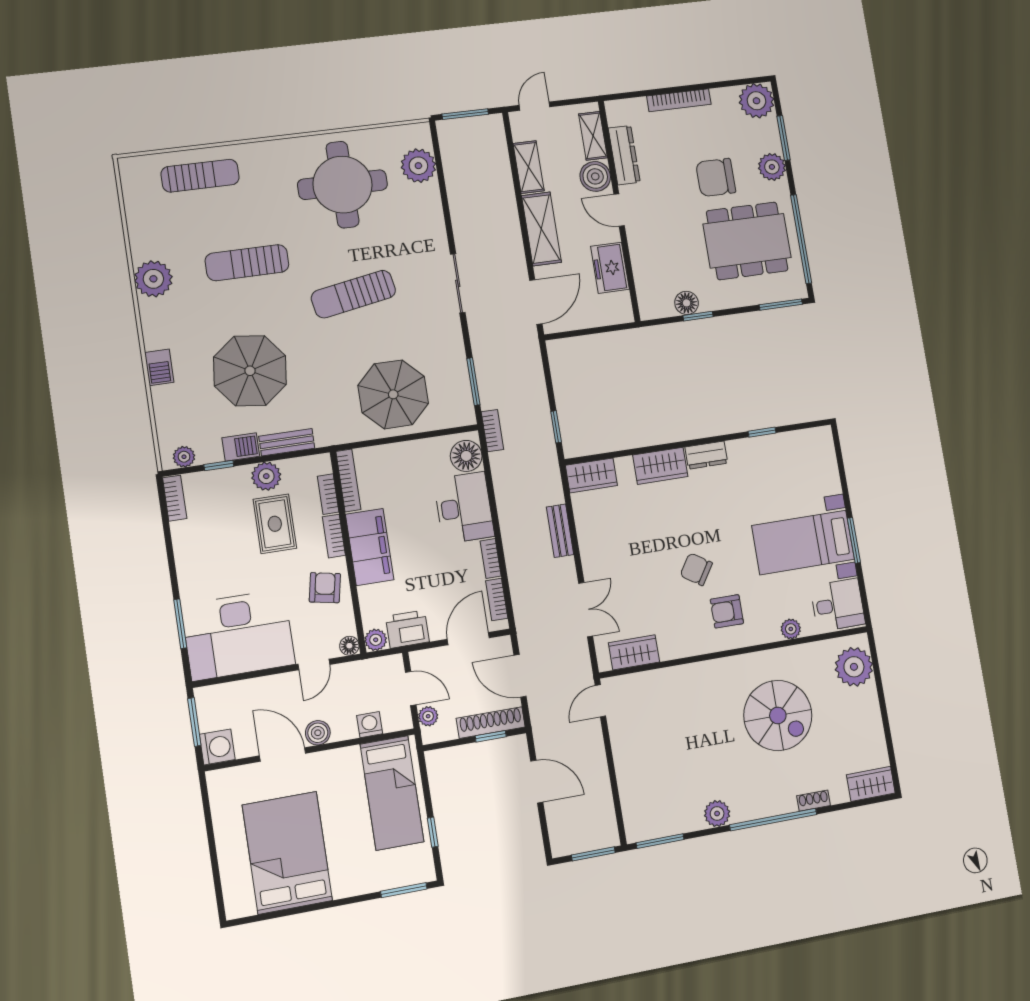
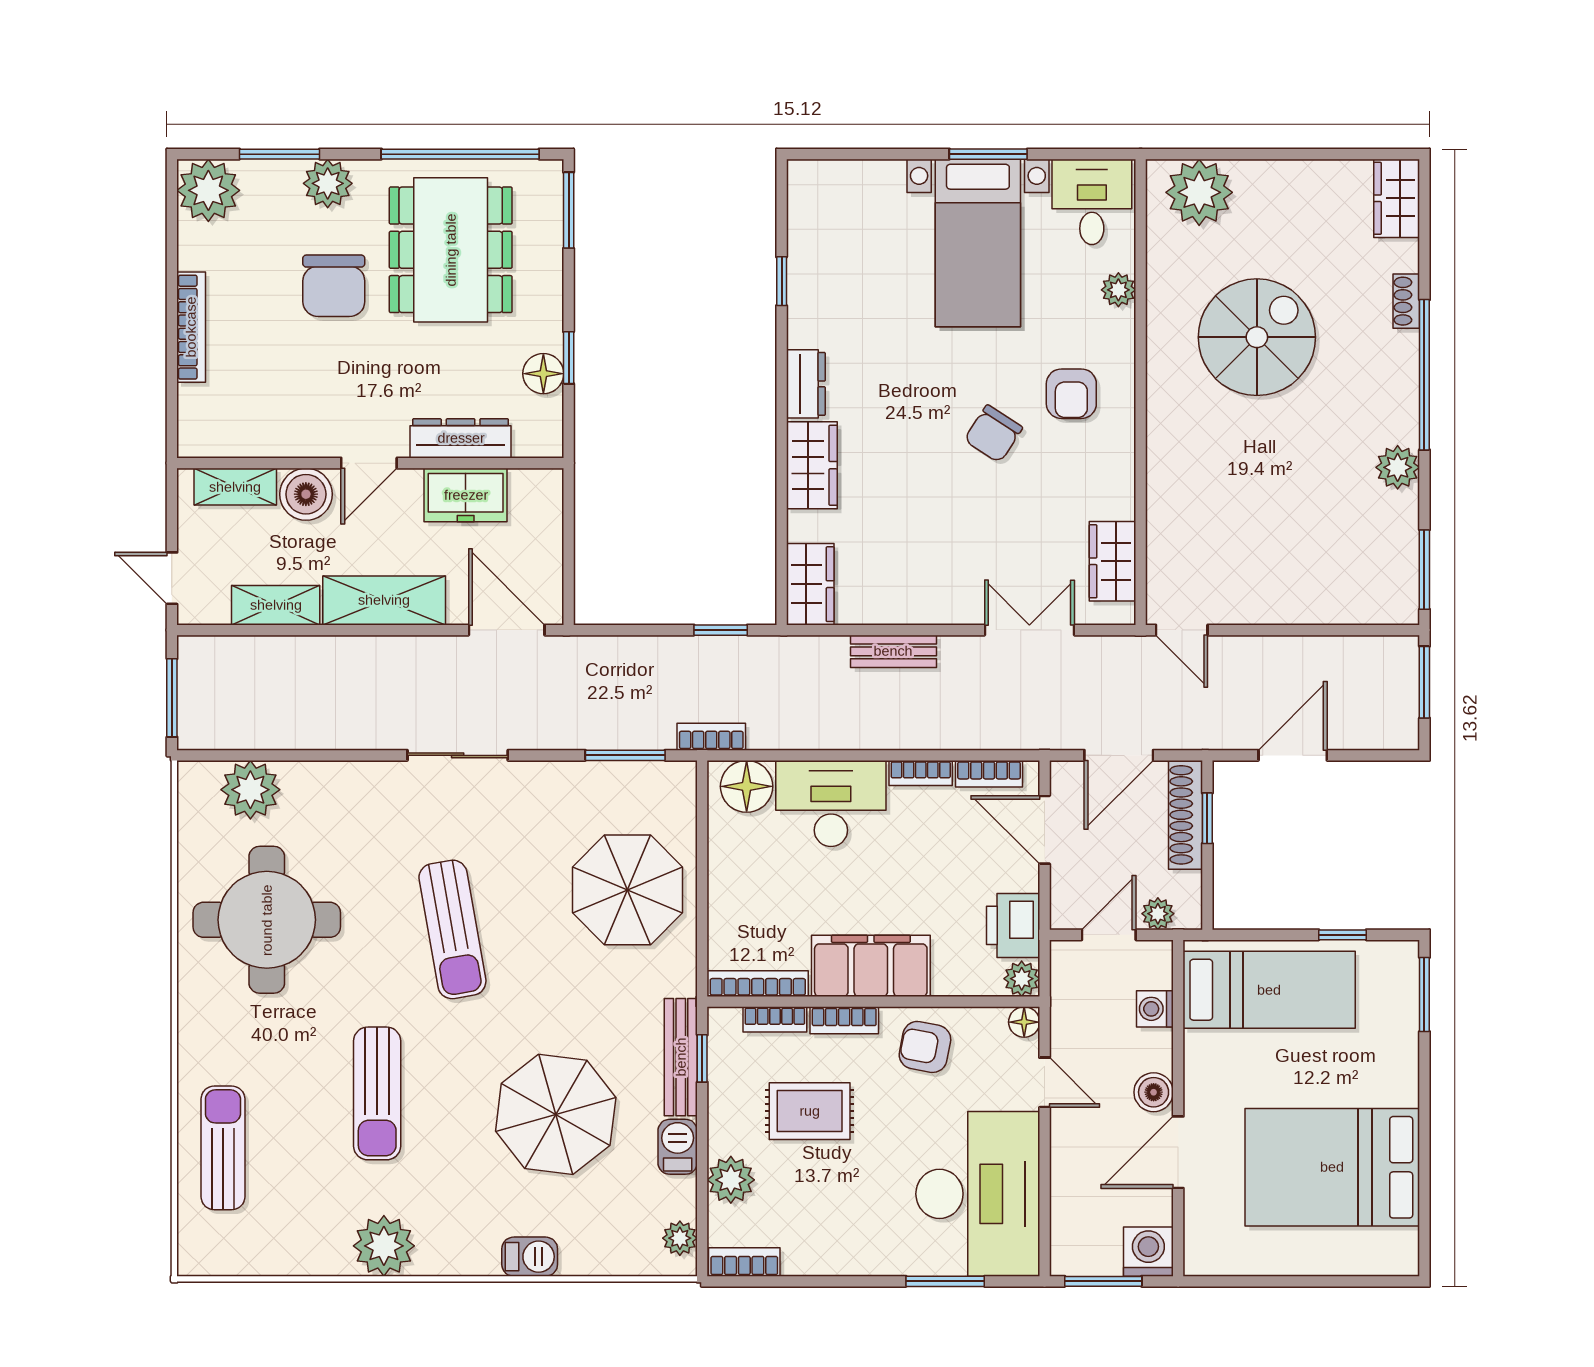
dresser: (624, 155) -> (461, 438), moved
bench: (287, 442) -> (681, 1057), width x1.36
window: (219, 465) -> (702, 1058), moved
plant: (266, 476) -> (731, 1180), moved

